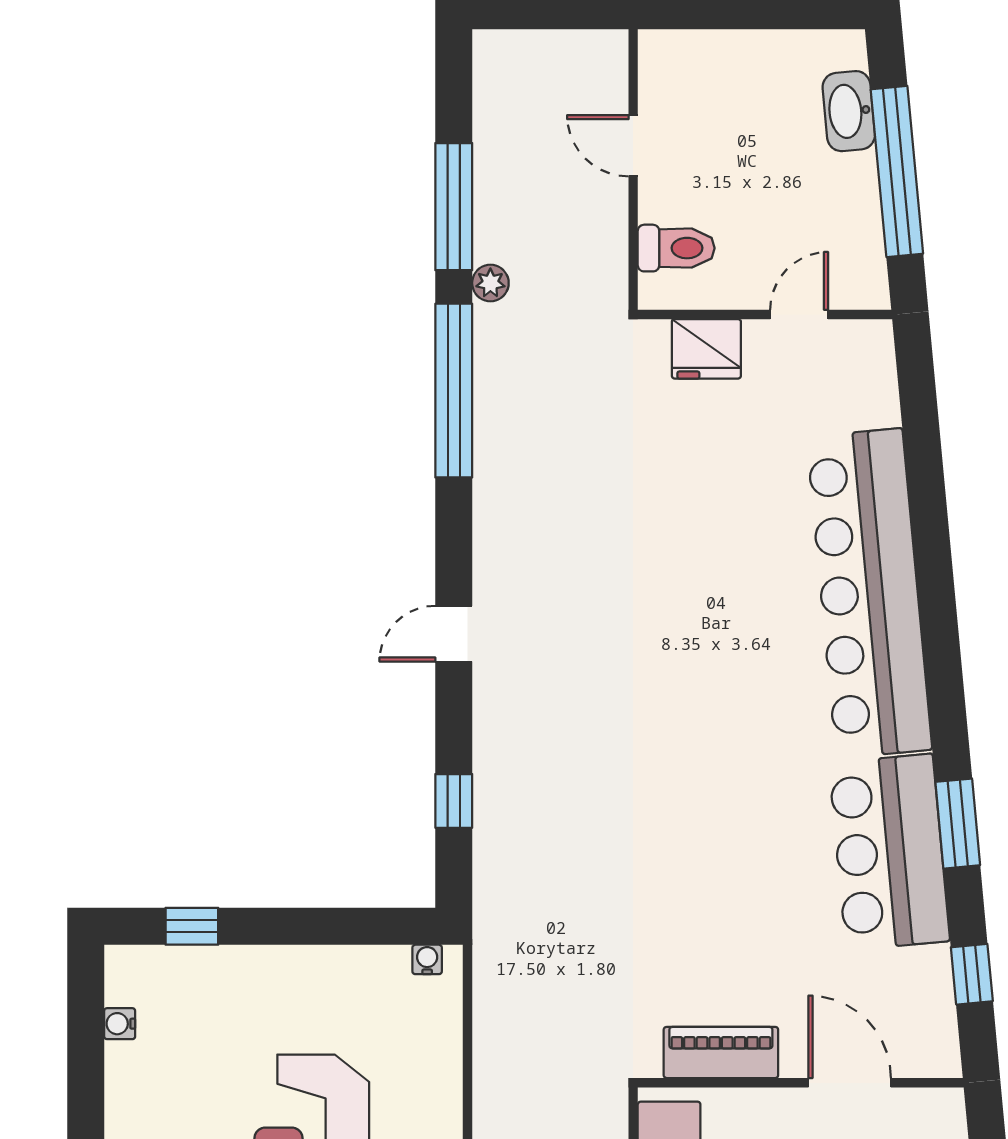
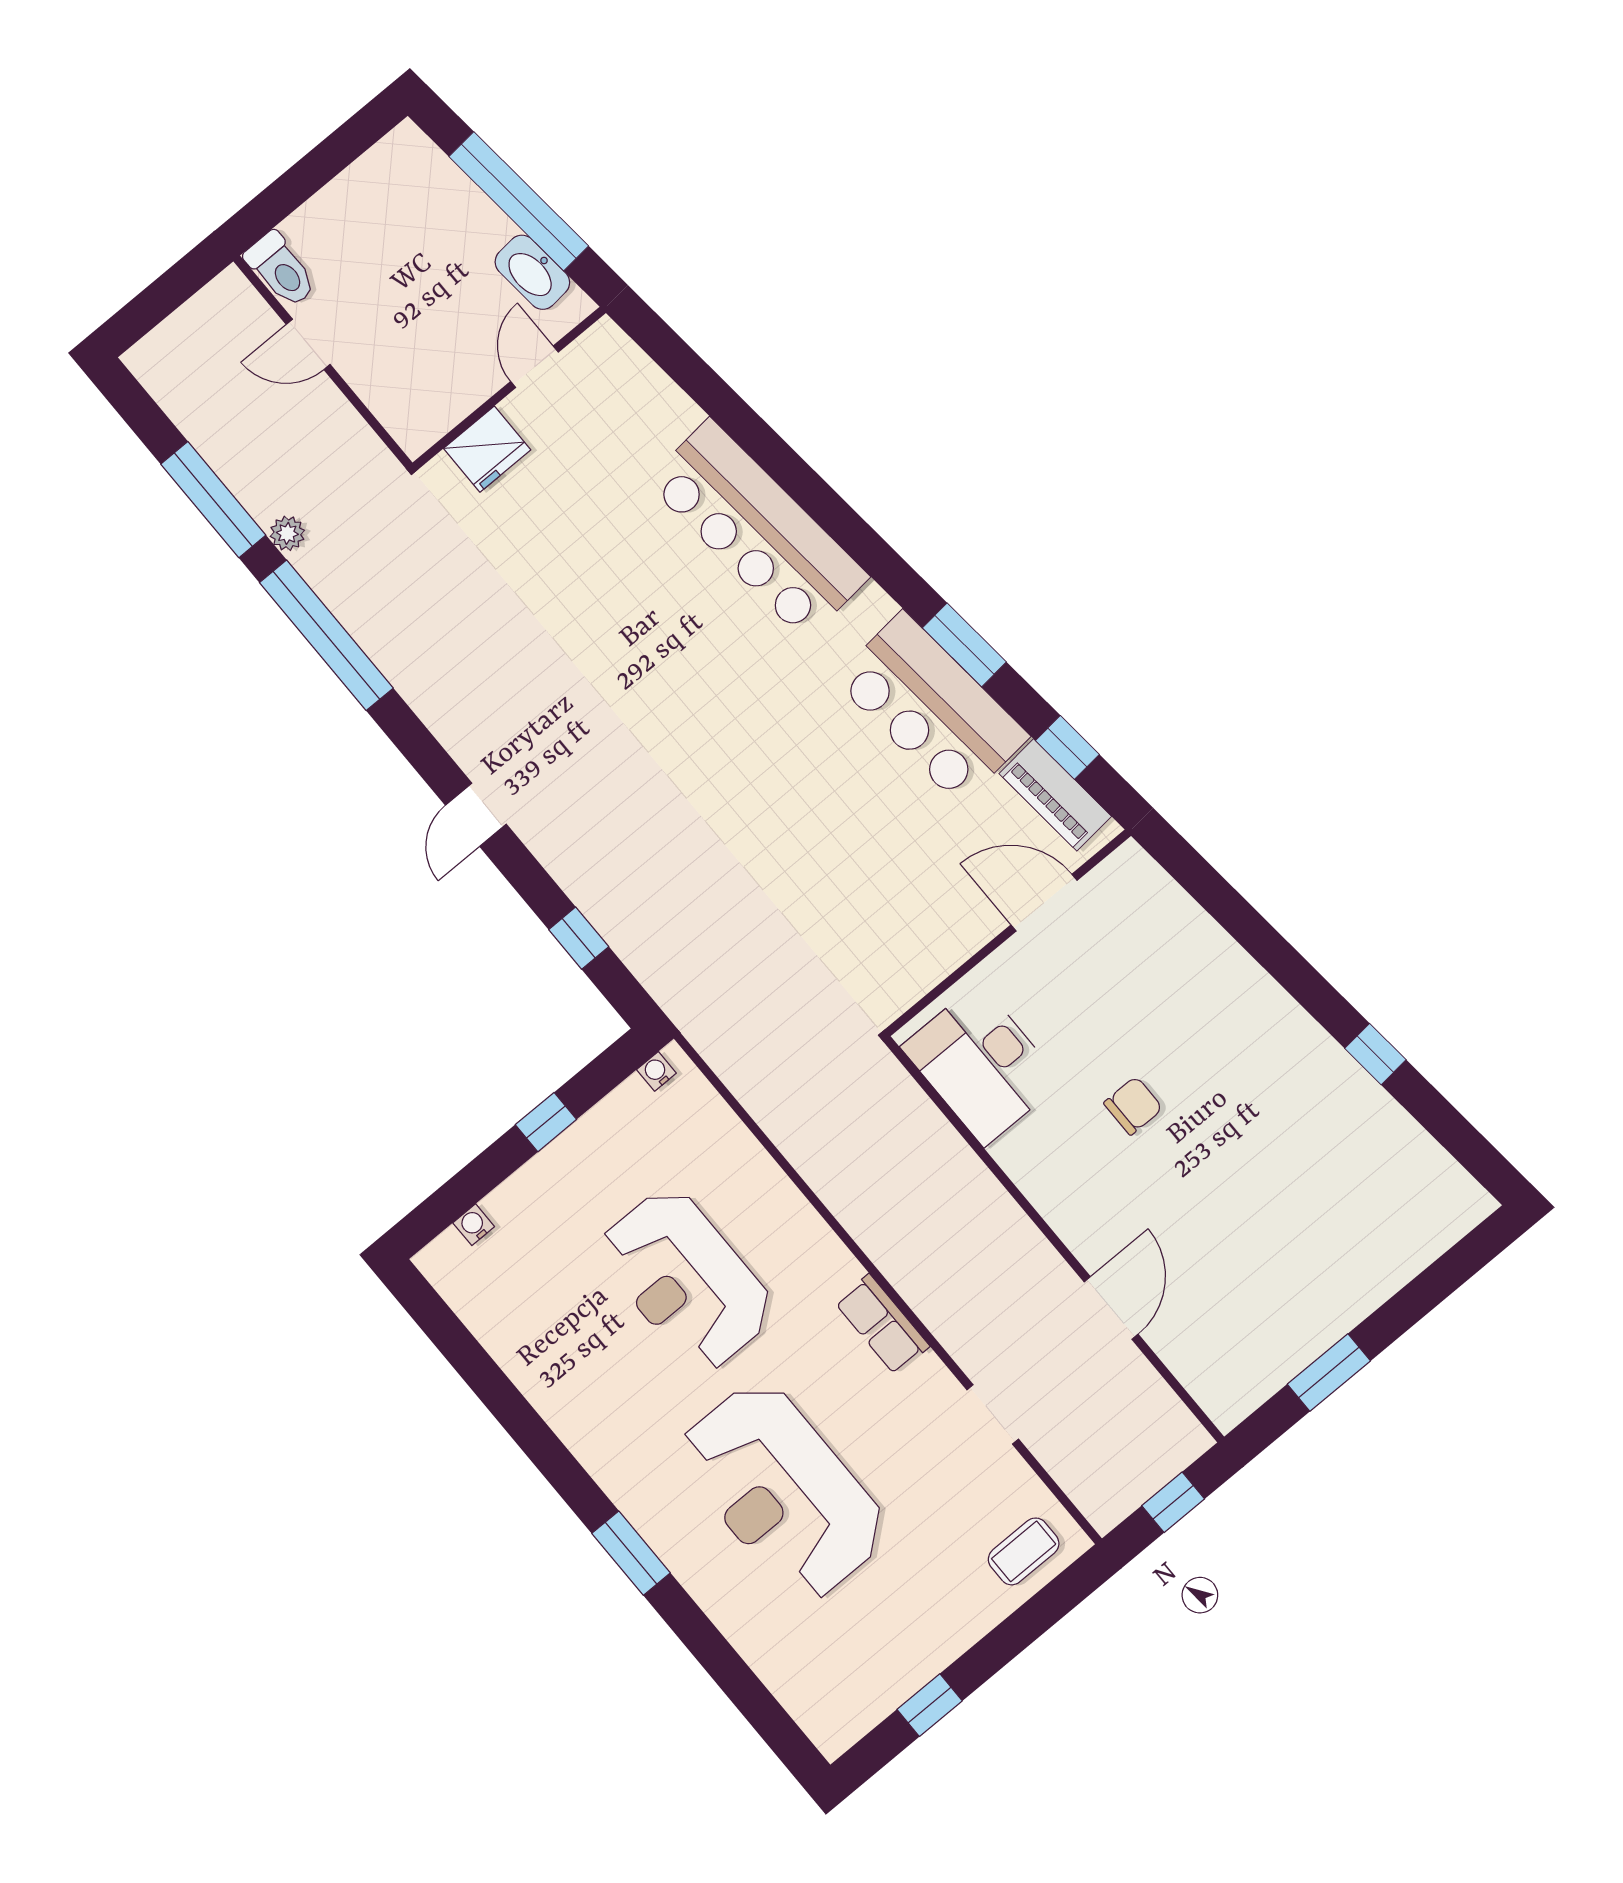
washbasin: (849, 111) -> (532, 272), moved
toilet: (676, 248) -> (281, 270), moved, turned 90
bar counter: (869, 593) -> (758, 529), width x0.73
window: (192, 926) -> (546, 1122), moved
water cooler: (120, 1024) -> (474, 1225), moved, turned 90
piano: (721, 1052) -> (1055, 795), moved, turned -95

